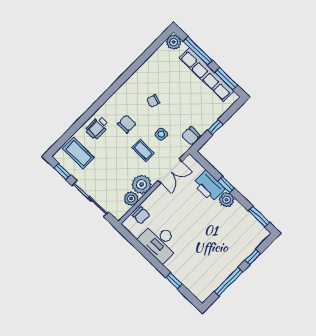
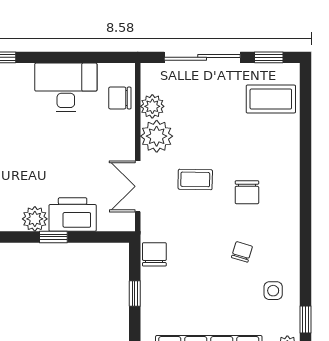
window: (154, 47) -> (305, 320), added
wheelchair: (97, 128) -> (279, 152), removed
side table: (161, 134) -> (273, 291), moved

